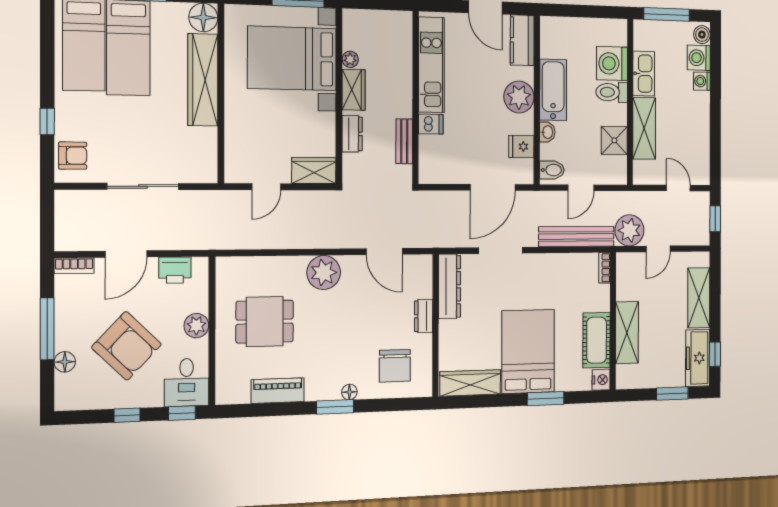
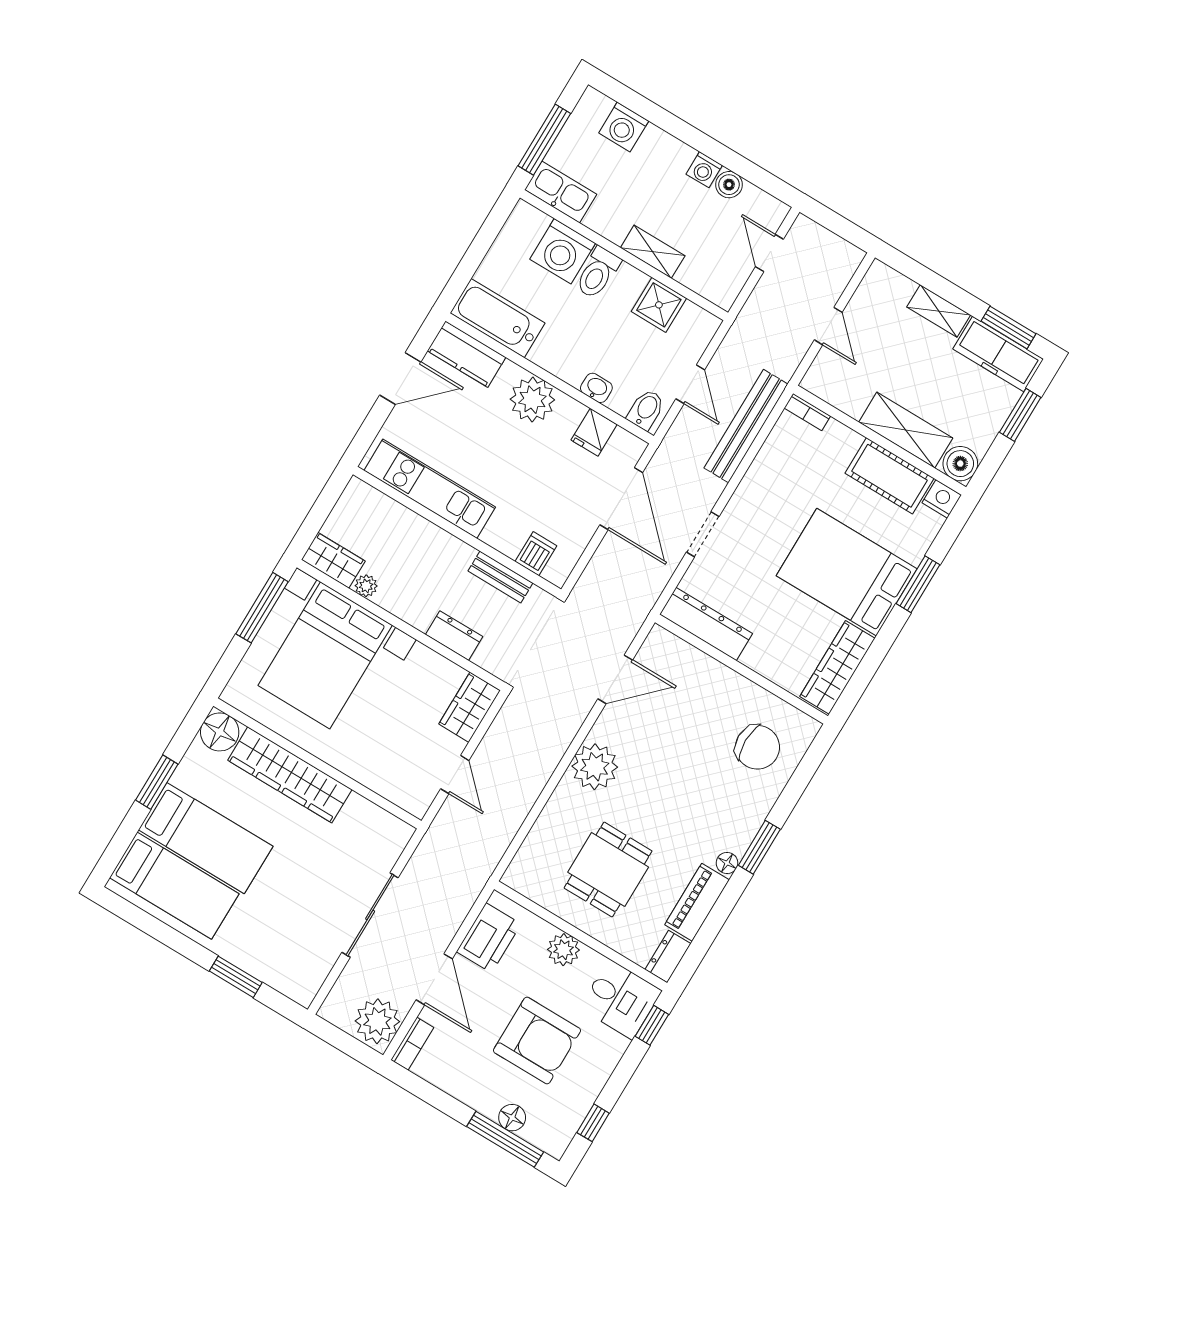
boiler: (702, 35) -> (729, 185), moved
kitchen sink: (644, 74) -> (561, 192), moved
washing machine: (702, 81) -> (704, 170), moved
wardrobe: (354, 90) -> (333, 560), moved
bathtub: (553, 90) -> (498, 318), moved
window: (47, 121) -> (236, 977), width x1.50
dishwasher: (431, 124) -> (536, 554), moved
shelving: (644, 128) -> (653, 252), width x0.67, depth x0.75
armchair: (73, 156) -> (290, 972), removed
door: (678, 188) -> (769, 253), hinge flipped
window: (715, 219) -> (839, 225), removed
plant: (629, 230) -> (377, 1021), moved
doorway: (500, 250) -> (703, 534), width x0.73
printer: (175, 270) -> (489, 938), width x1.37, depth x1.19
shelving: (699, 298) -> (939, 311), width x0.67, depth x0.75
dresser: (424, 316) -> (668, 957), moved, turned 90
window: (47, 329) -> (505, 1139), moved
armchair: (127, 346) -> (537, 1040), turned 46
window: (715, 354) -> (1009, 327), width x1.50
boiler: (627, 377) -> (960, 464), added
floor lamp: (349, 392) -> (727, 863), moved
window: (127, 415) -> (593, 1123), moved

